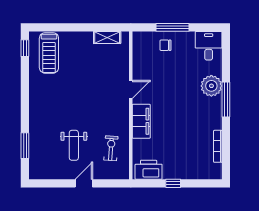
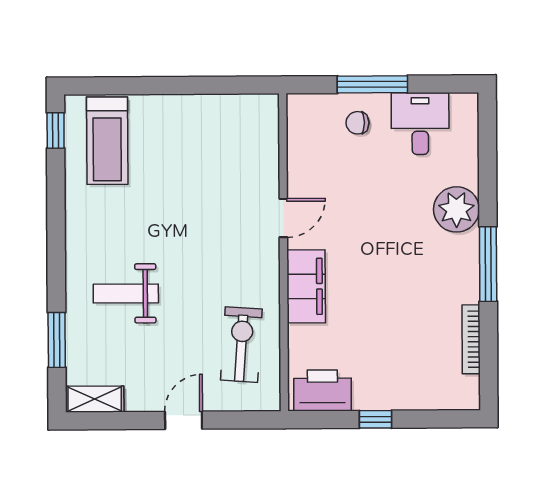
shelving: (107, 37) -> (95, 399), moved
desk: (209, 46) -> (420, 124), moved
window: (226, 100) -> (488, 264), moved
weight bench: (74, 145) -> (126, 293), moved, turned 90
exercise bike: (111, 148) -> (241, 345), width x1.38, depth x1.39

